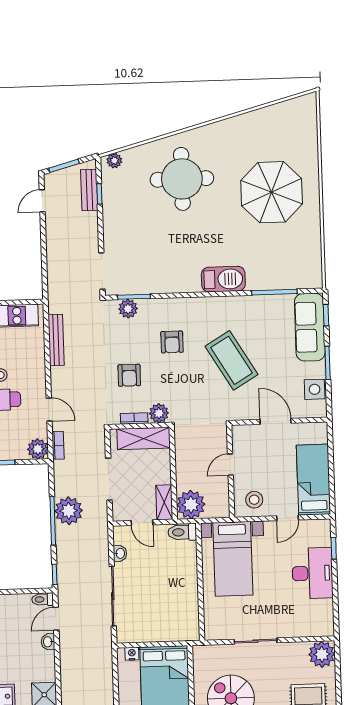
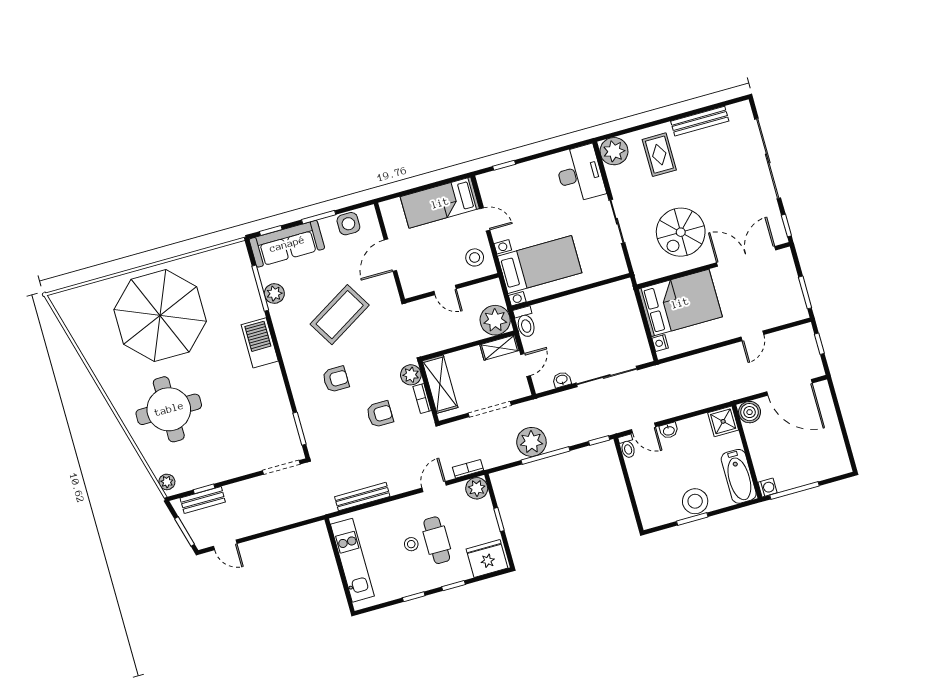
parasol: (272, 192) -> (160, 316), width x1.36, depth x1.36
plant: (128, 309) -> (274, 293), moved
desk: (312, 573) -> (580, 174), moved, turned 90

